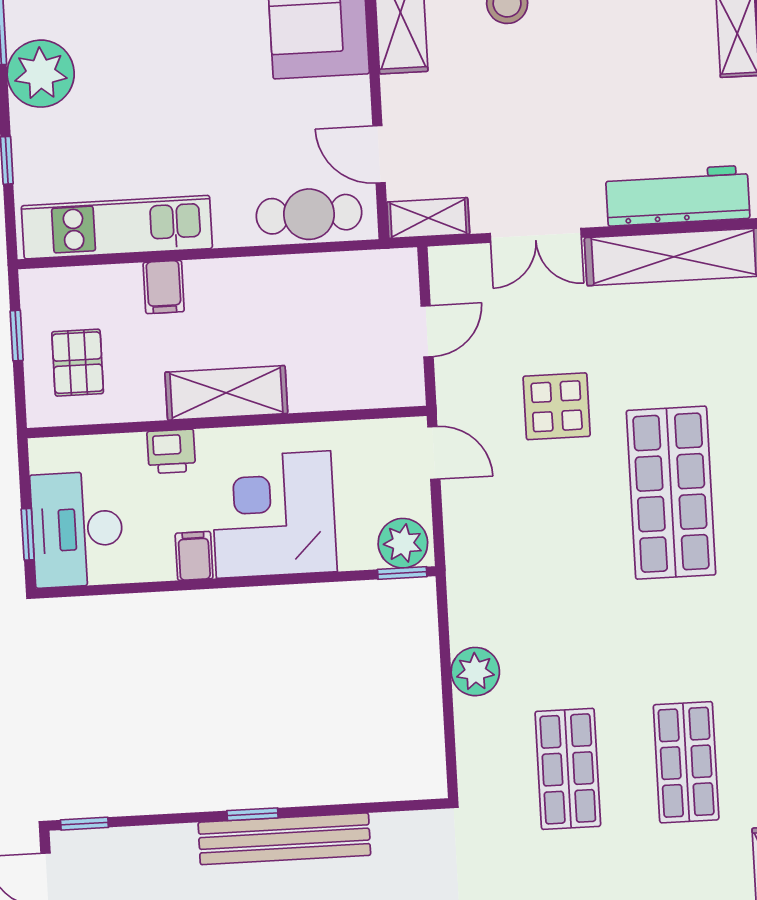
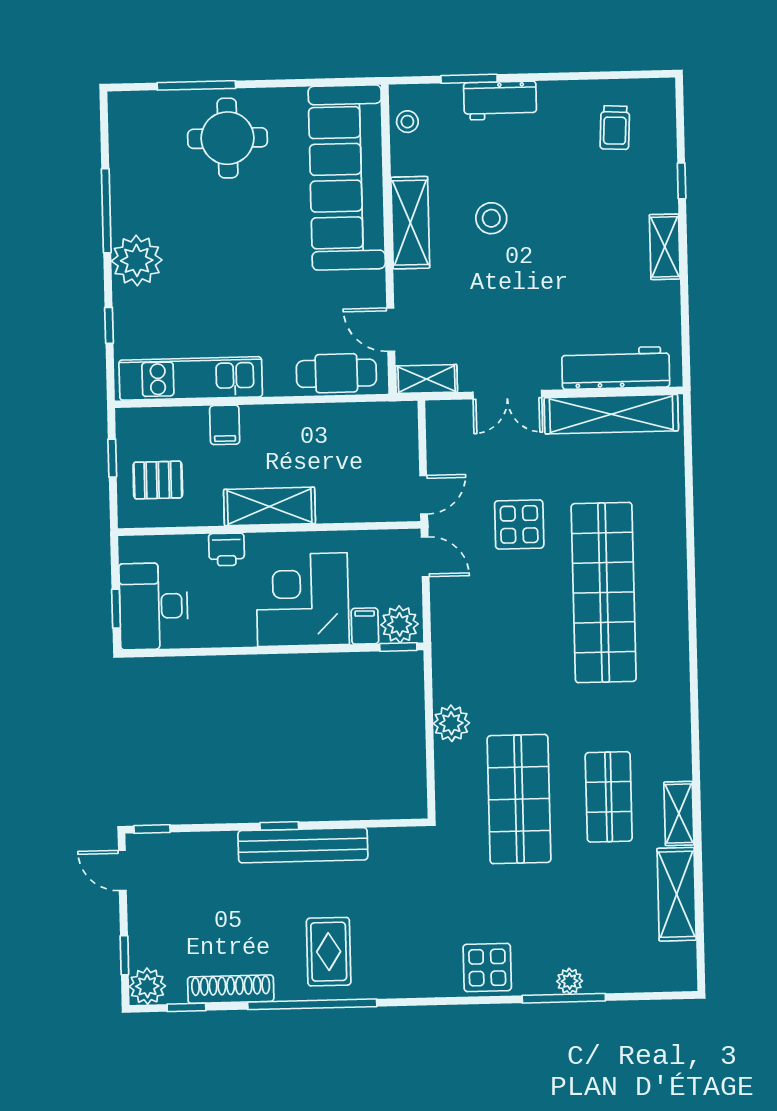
door: (427, 331) -> (424, 495), moved
pallet: (78, 363) -> (158, 480), turned 90
shop shelf: (671, 493) -> (604, 593), width x1.40
filing cabinet: (194, 556) -> (365, 626), moved
shop shelf: (568, 769) -> (519, 799), width x1.43, depth x1.36

